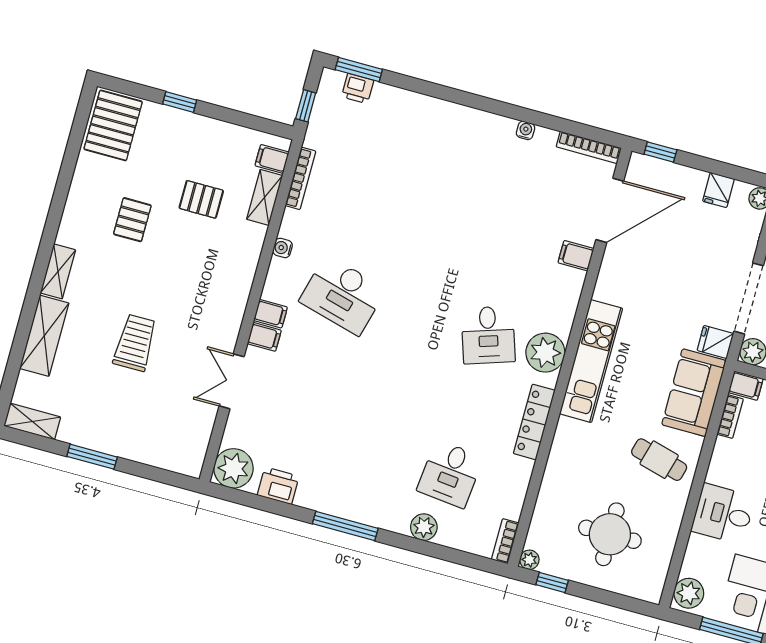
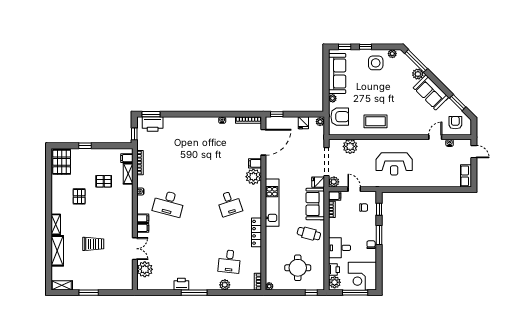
printer: (358, 89) -> (153, 124), width x1.87, depth x1.48
trolley: (135, 343) -> (93, 244), turned 90
plant: (545, 353) -> (253, 177), moved
double door: (232, 381) -> (135, 249), swing flipped
plant: (233, 468) -> (145, 269), moved
printer: (278, 486) -> (181, 284), moved
printer: (696, 562) -> (334, 270), added
window: (552, 583) -> (311, 293), moved

